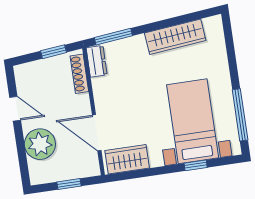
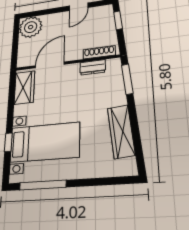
window: (53, 52) -> (118, 20), moved
dresser: (97, 61) -> (93, 67), moved
plant: (40, 144) -> (31, 27), moved
window: (69, 184) -> (15, 45), removed

